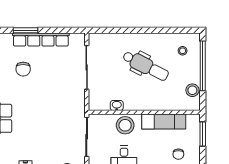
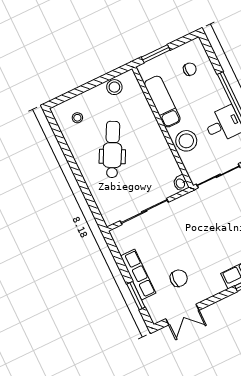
row of seats: (41, 40) -> (138, 275), width x0.73
window: (203, 66) -> (83, 89), removed
washbasin: (117, 105) -> (181, 183), moved

